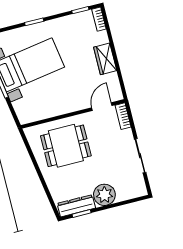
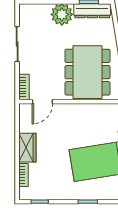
bookcase: (99, 19) -> (24, 175), moved
dining table: (66, 146) -> (88, 72), width x1.38

